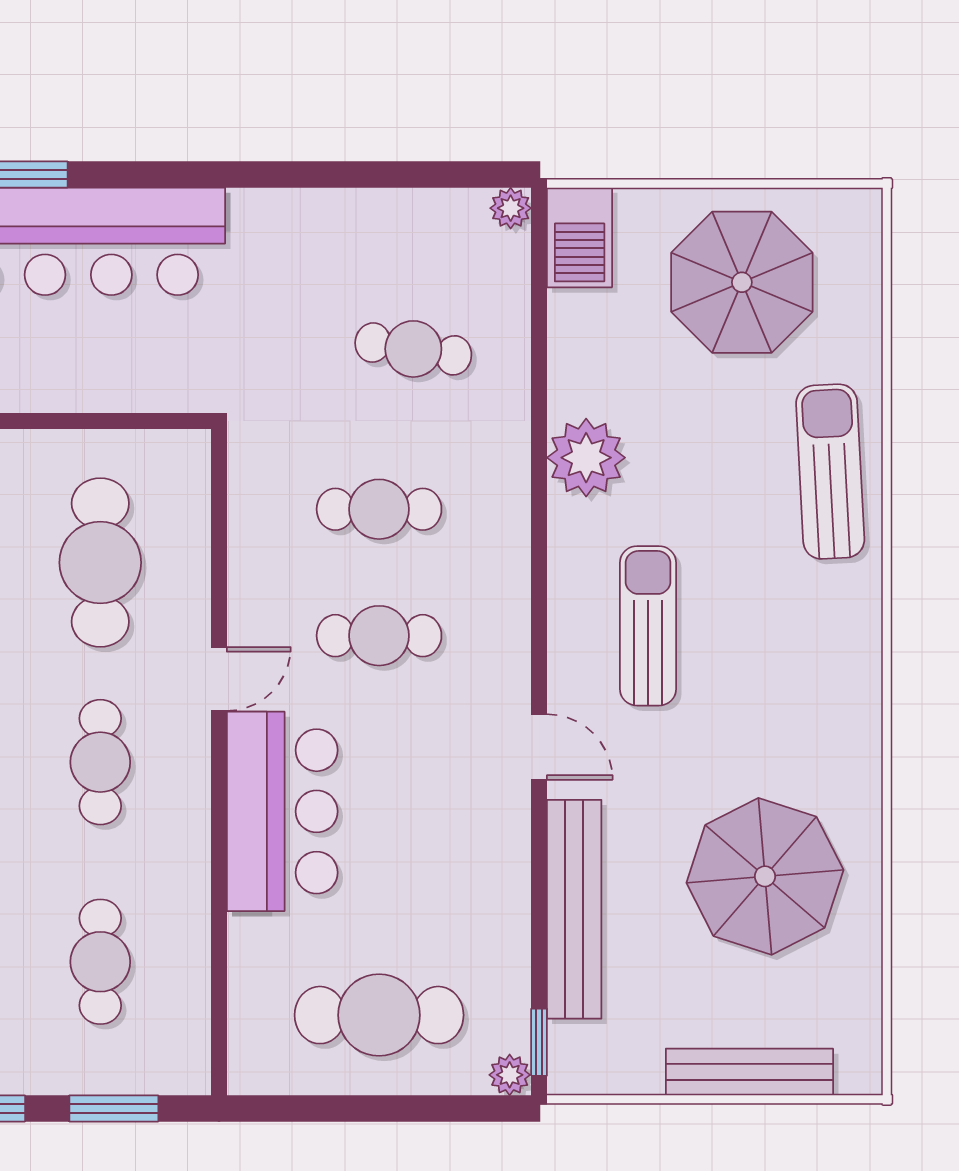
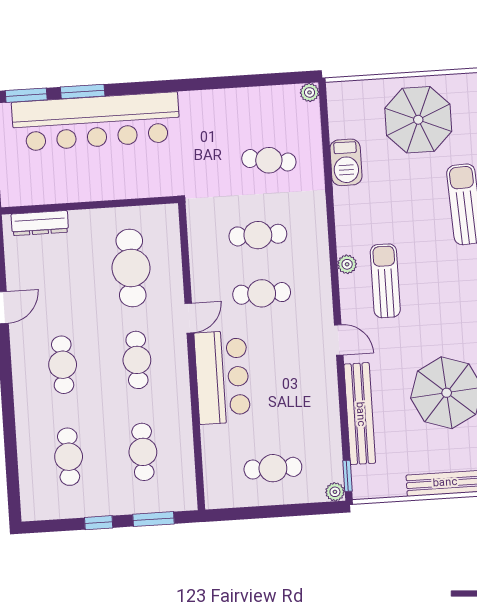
barbecue: (580, 237) -> (346, 162), moved
plant: (586, 458) -> (347, 264), moved, width x0.53, depth x0.53
cafe table: (379, 1015) -> (273, 468), width x0.73, depth x0.74

